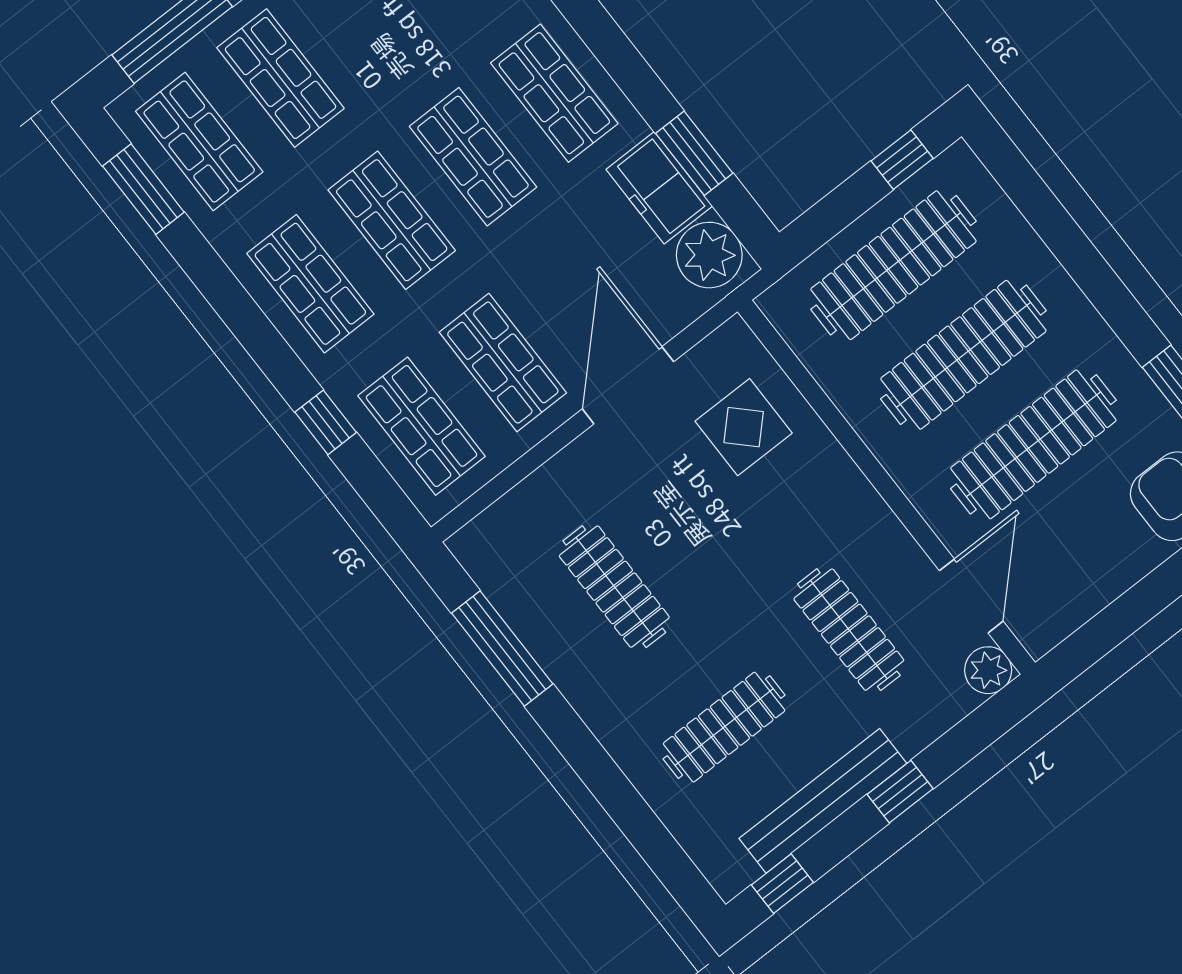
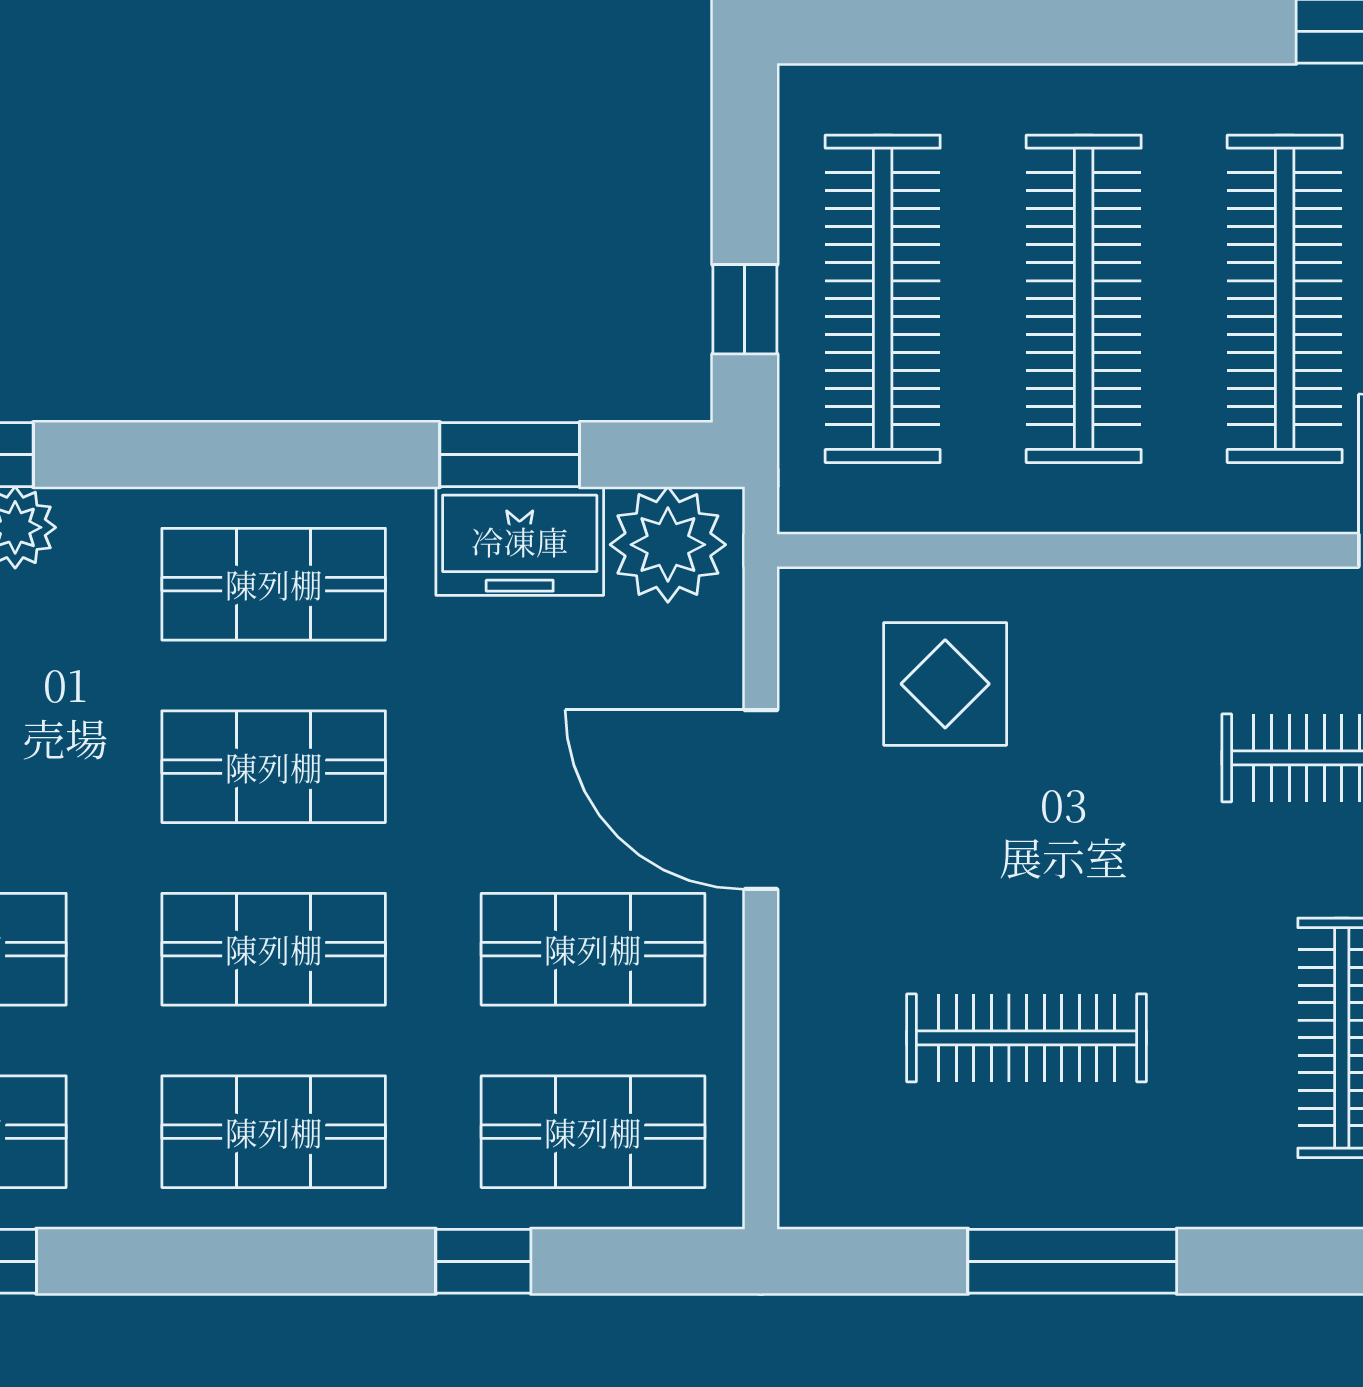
window: (902, 160) -> (745, 309), moved
window: (502, 648) -> (1072, 1261), moved

